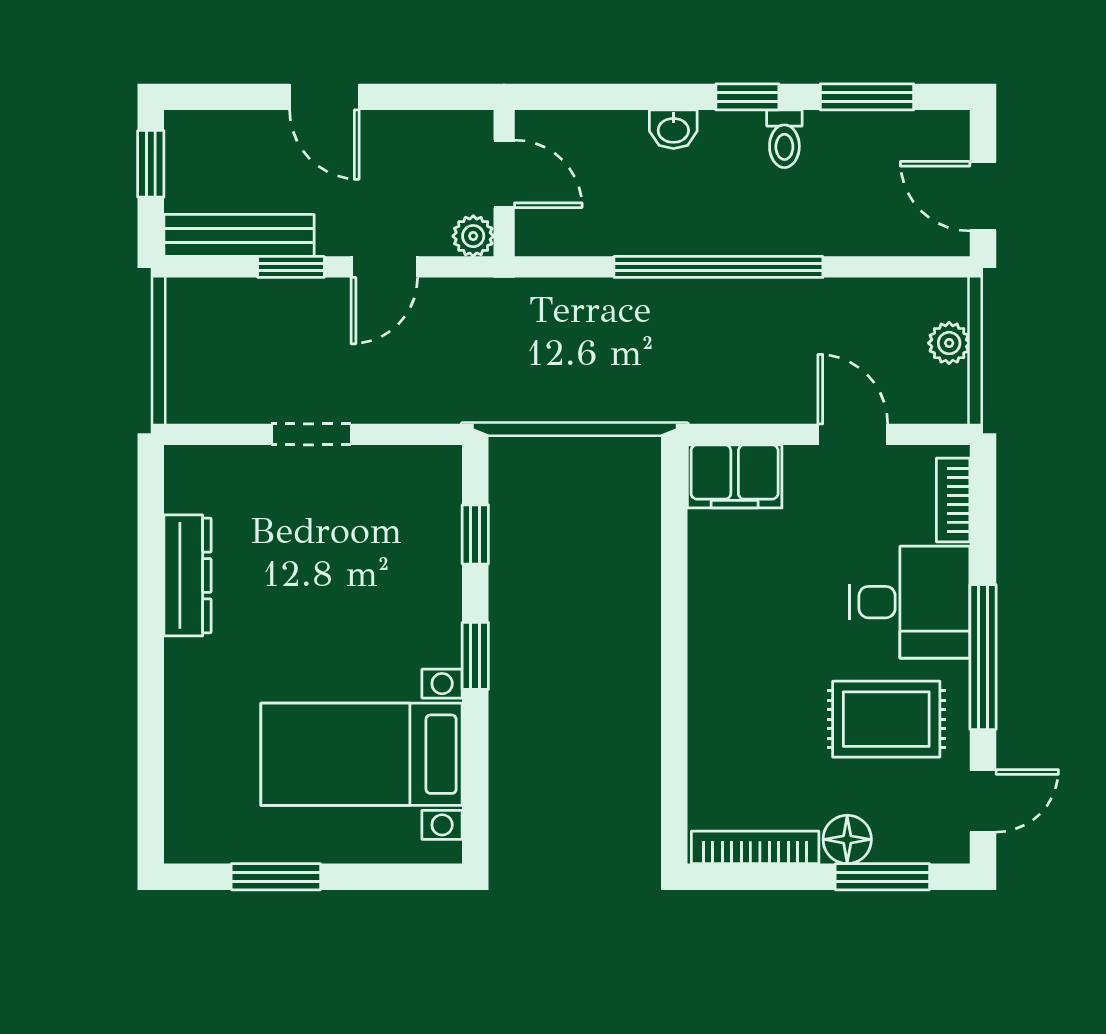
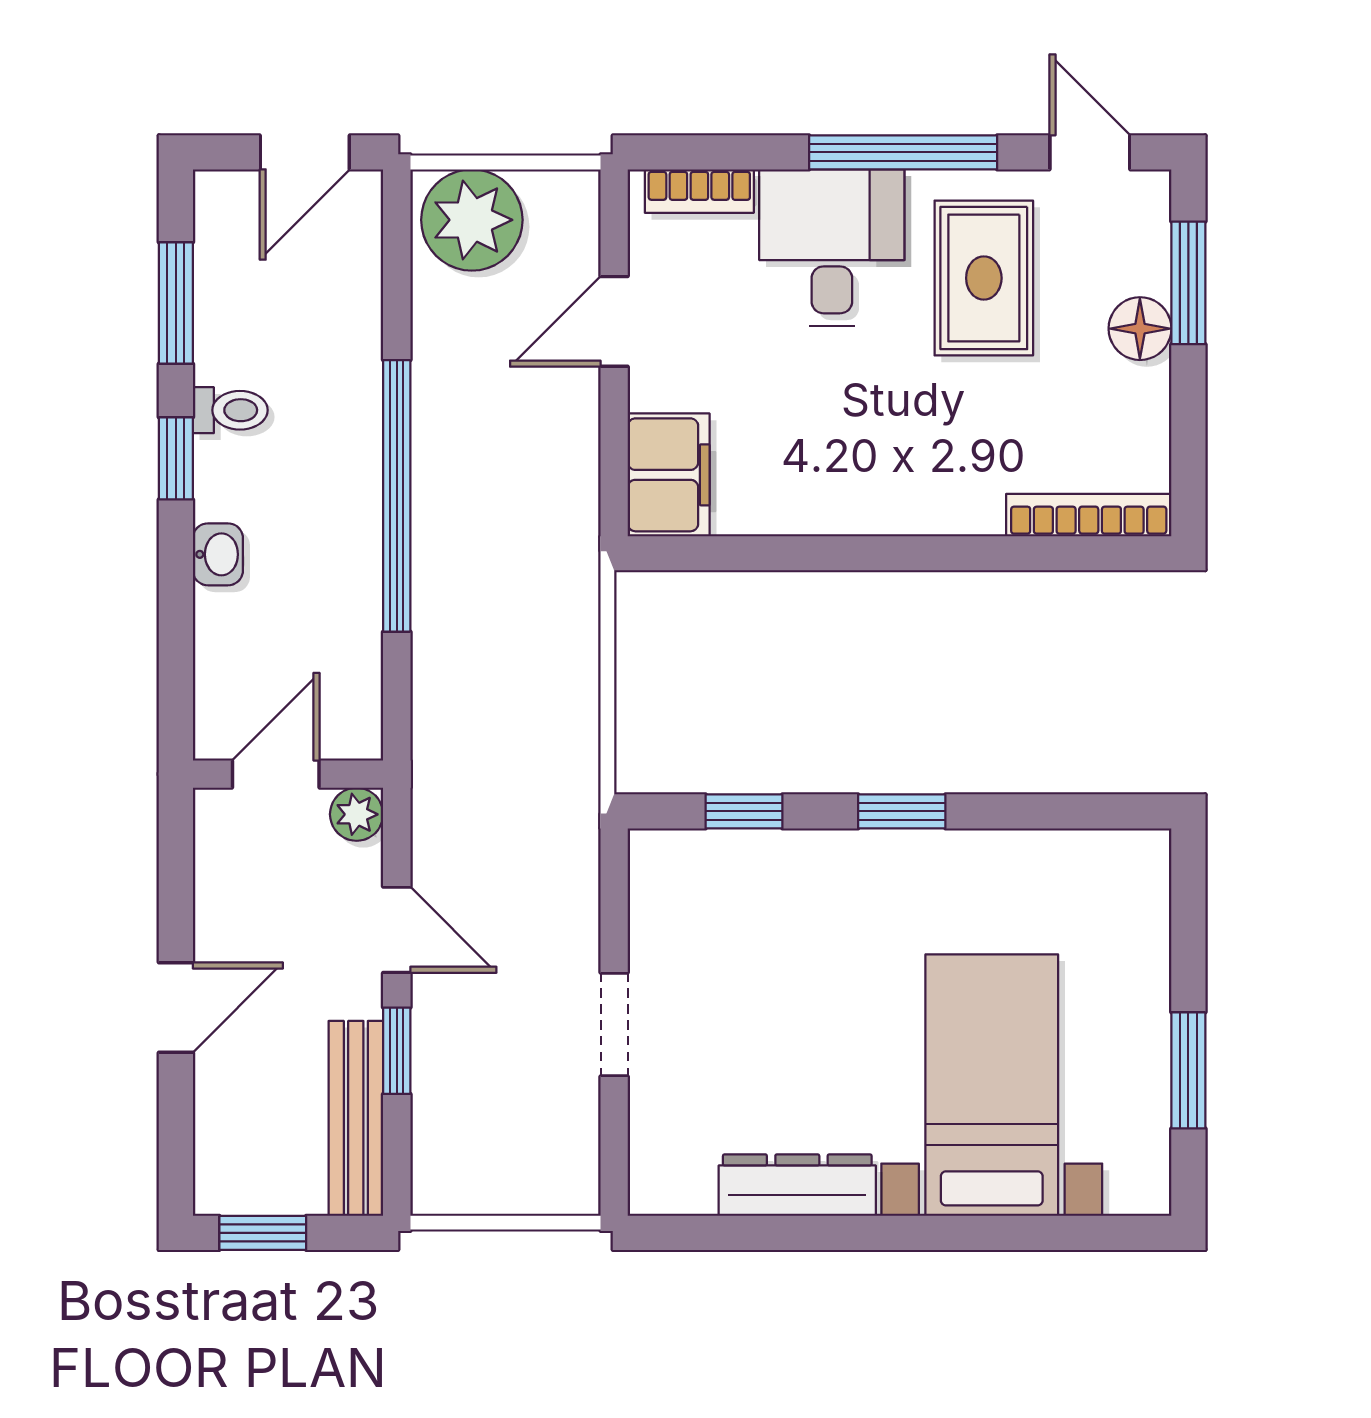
plant: (949, 343) -> (472, 220), width x1.87, depth x1.87
bed with nightstands: (362, 754) -> (992, 1085), moved, turned 180
bookcase: (755, 847) -> (1089, 515), moved, turned 90

